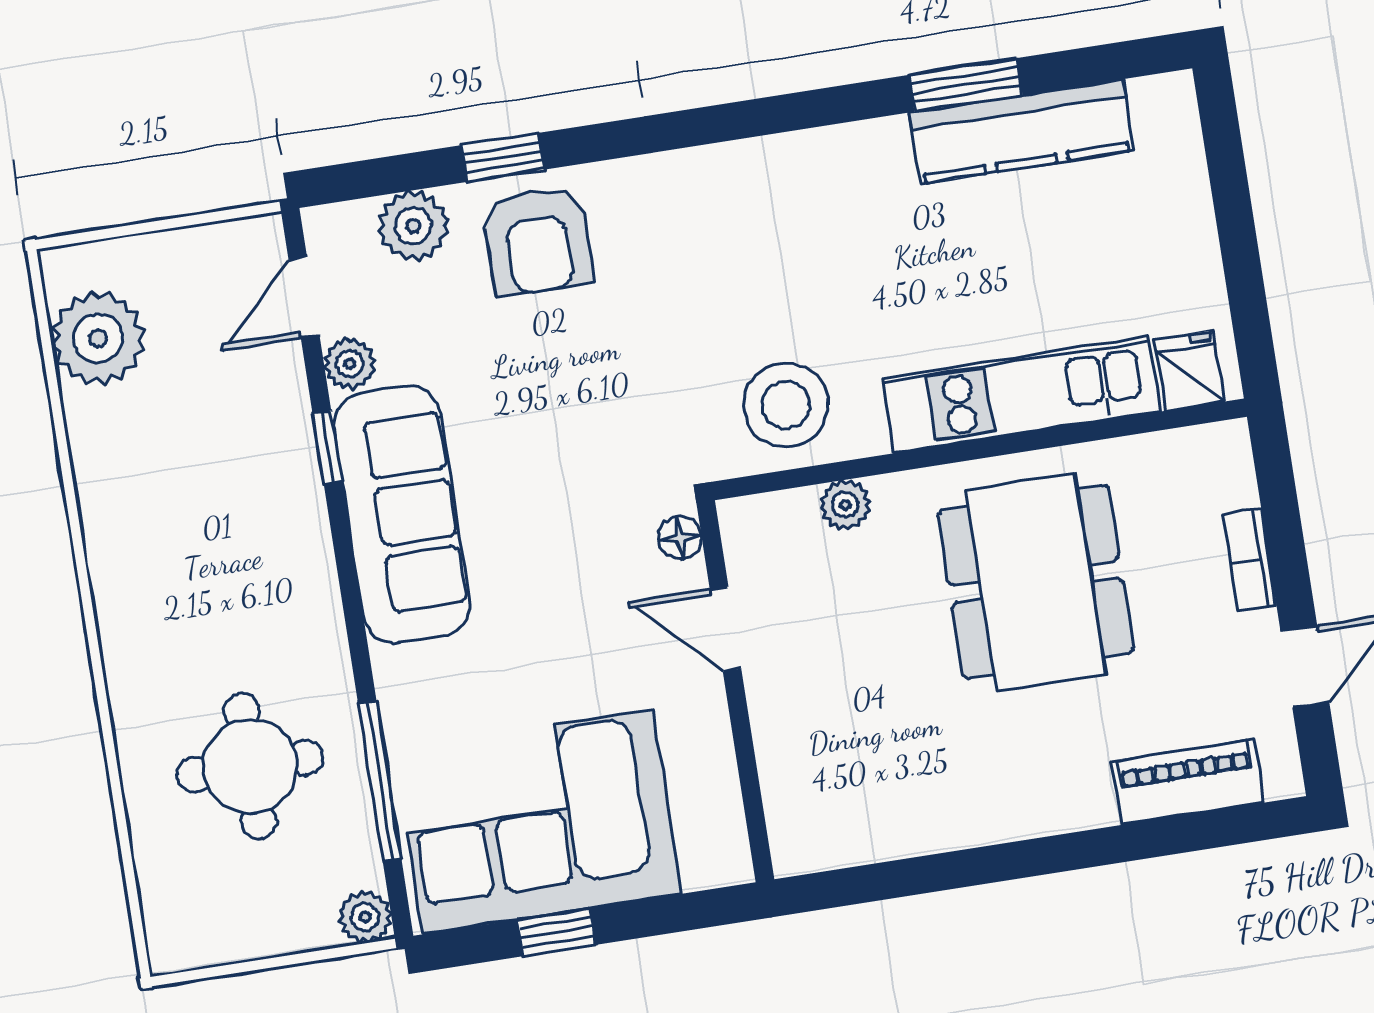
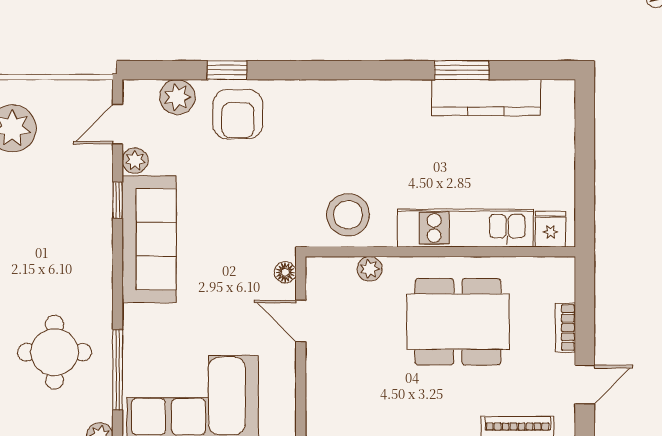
dining table: (1036, 582) -> (458, 322), turned 90

